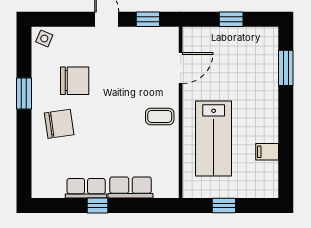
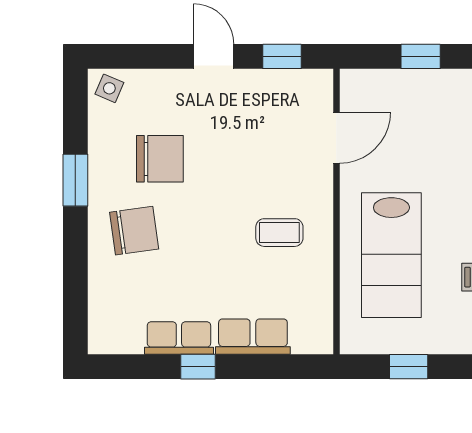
coffee table: (160, 116) -> (279, 233), moved

